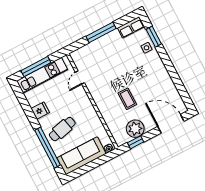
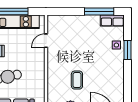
window: (101, 32) -> (99, 11), moved
window: (154, 37) -> (128, 50), moved

